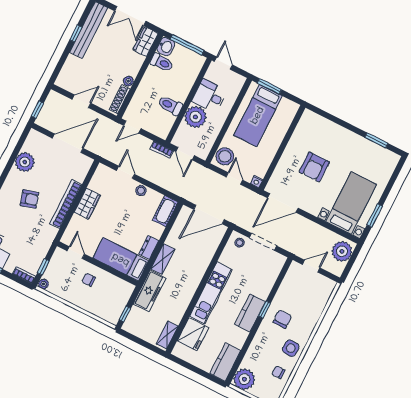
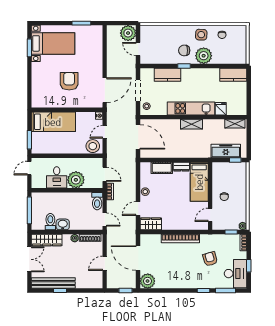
wardrobe: (146, 42) -> (47, 240), width x1.50
washbasin: (166, 47) -> (63, 224), moved
door: (223, 63) -> (29, 168), moved
door: (81, 101) -> (105, 263), hinge flipped
toilet: (170, 105) -> (97, 201), moved
bed: (258, 116) -> (53, 122), moved
door: (185, 154) -> (105, 174), hinge flipped
plant: (25, 162) -> (148, 281), moved
armchair: (314, 167) -> (69, 81), turned -90
armchair: (30, 199) -> (210, 259), moved
door: (283, 203) -> (105, 90), hinge flipped
bed with nightstands: (351, 203) -> (53, 43), moved, turned 180
wardrobe: (87, 204) -> (151, 224), moved
cot: (165, 211) -> (162, 168), moved
plant: (342, 251) -> (128, 33), moved
shelving: (163, 259) -> (191, 124), moved
freezer: (150, 291) -> (226, 151), moved
kitchen counter: (250, 313) -> (168, 75), moved
fridge: (193, 334) -> (221, 109), width x0.53, depth x0.75
plant: (244, 379) -> (204, 56), moved

